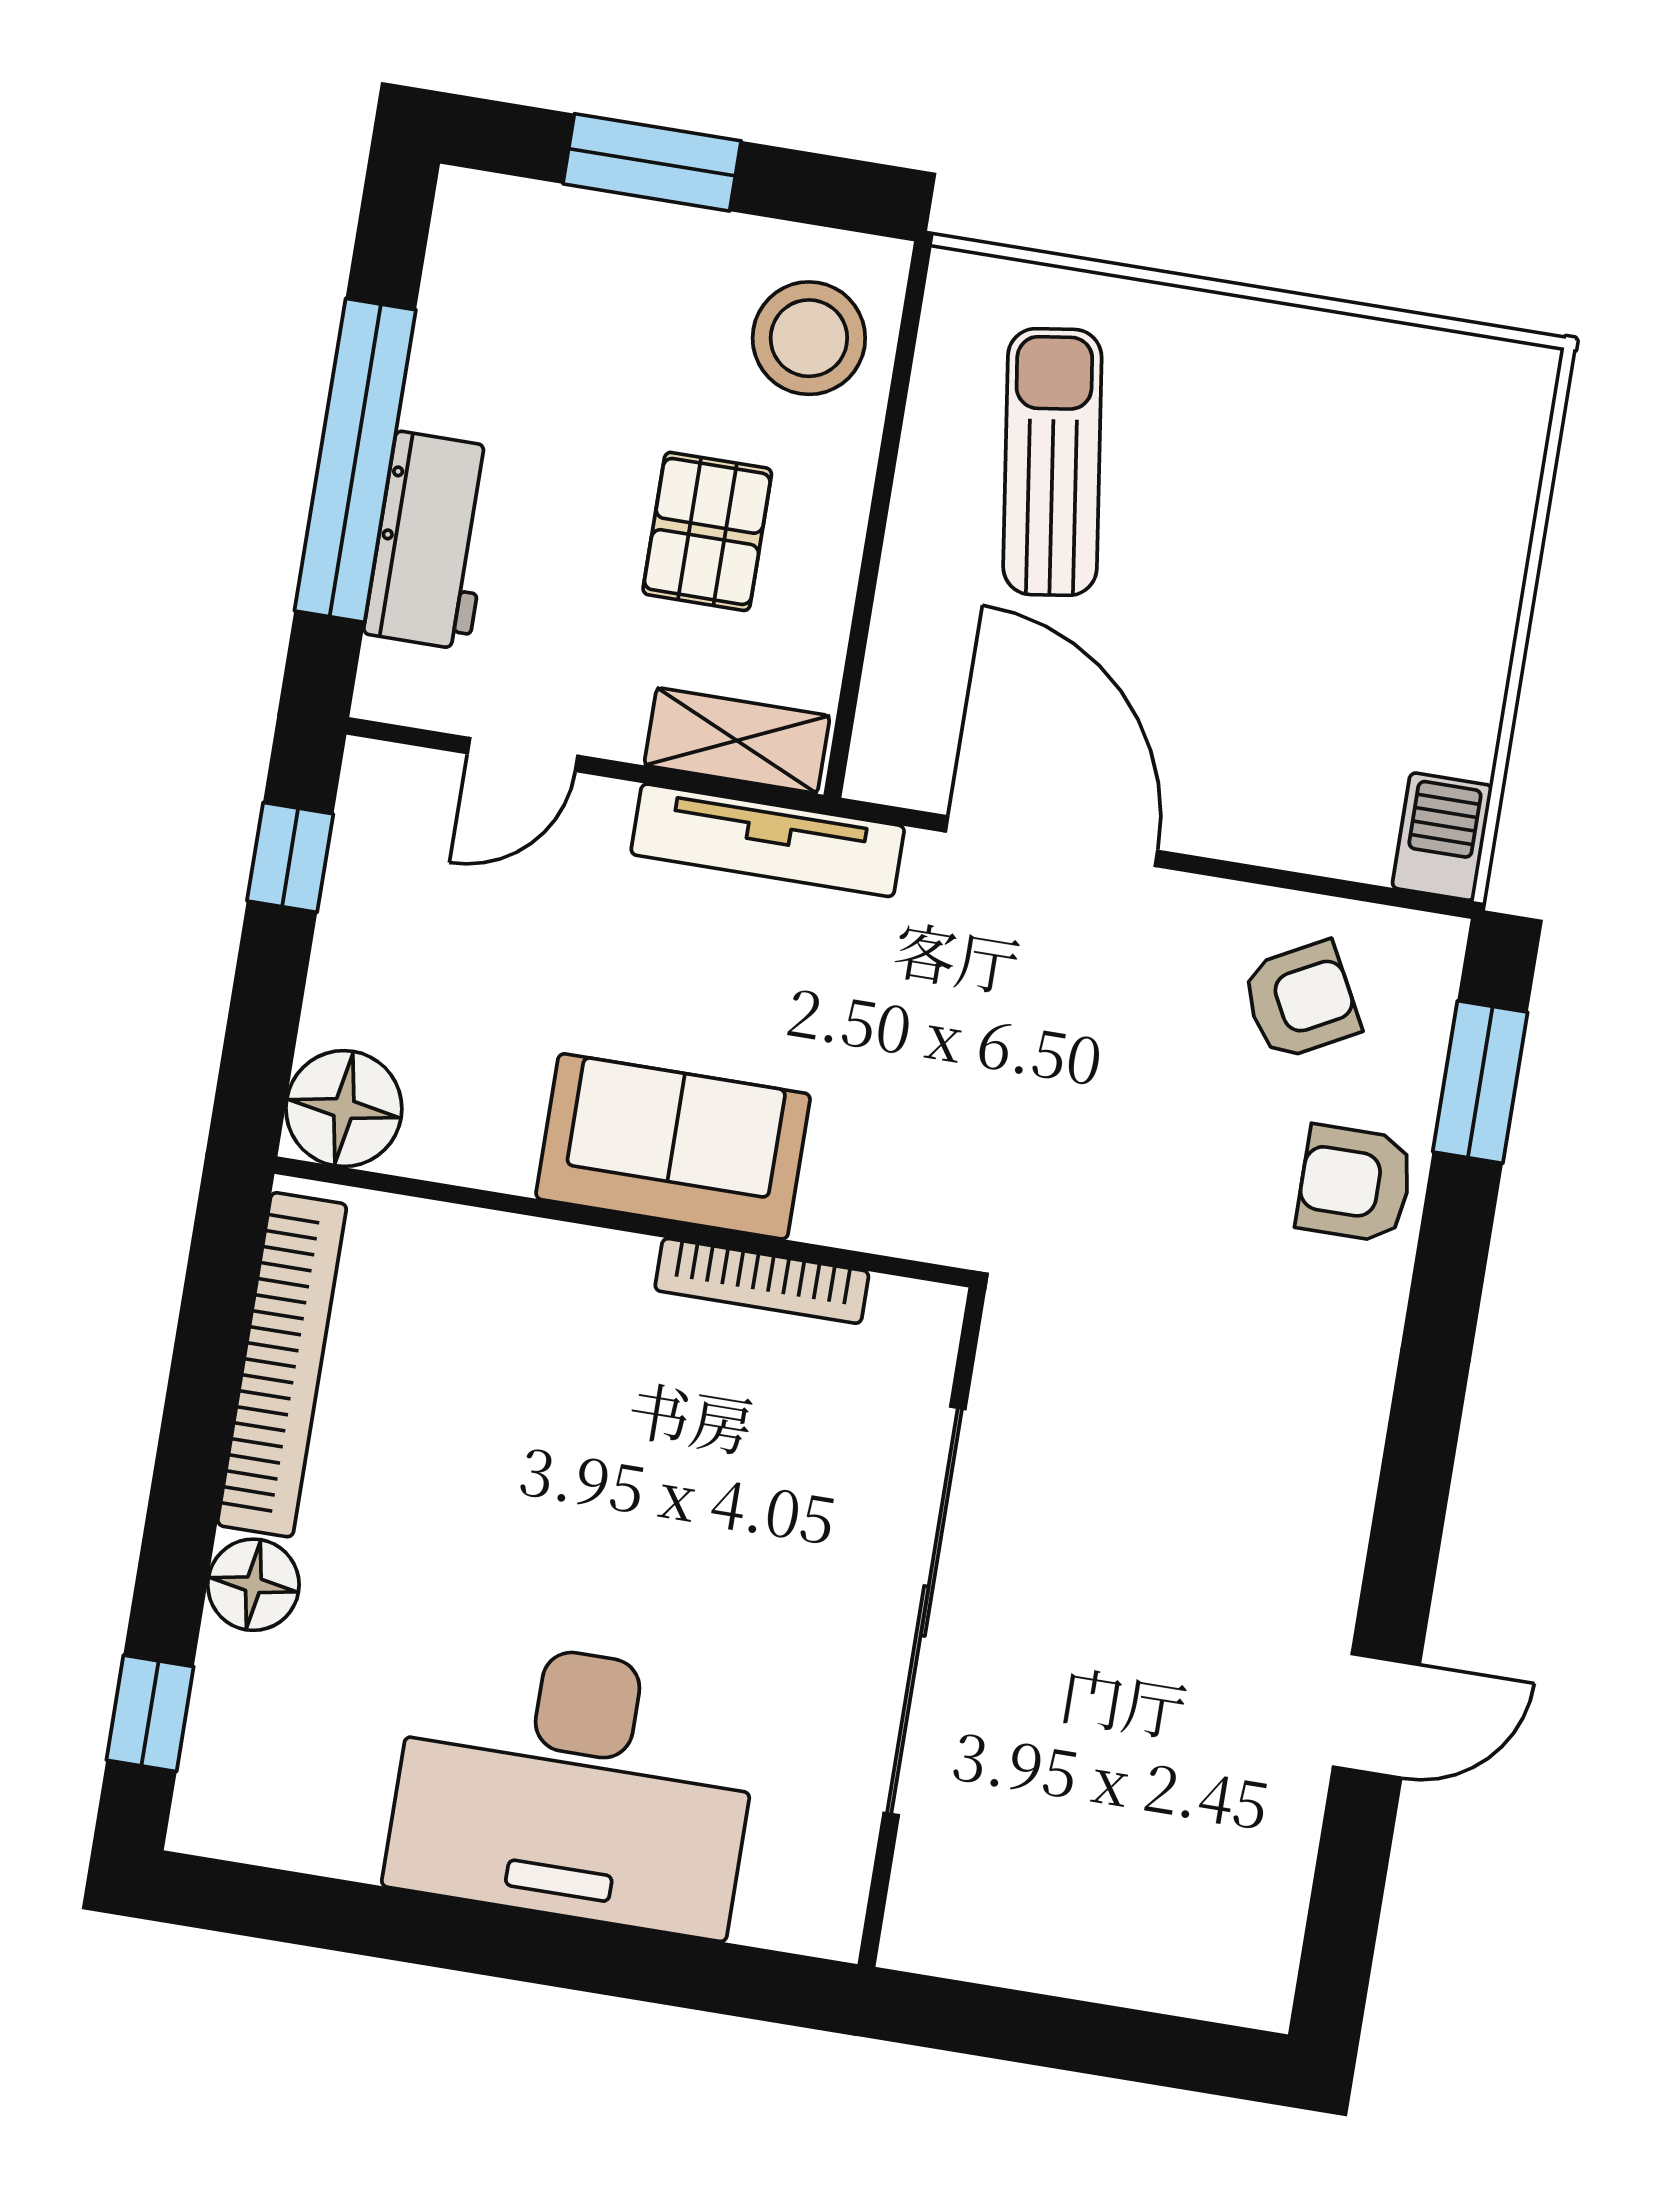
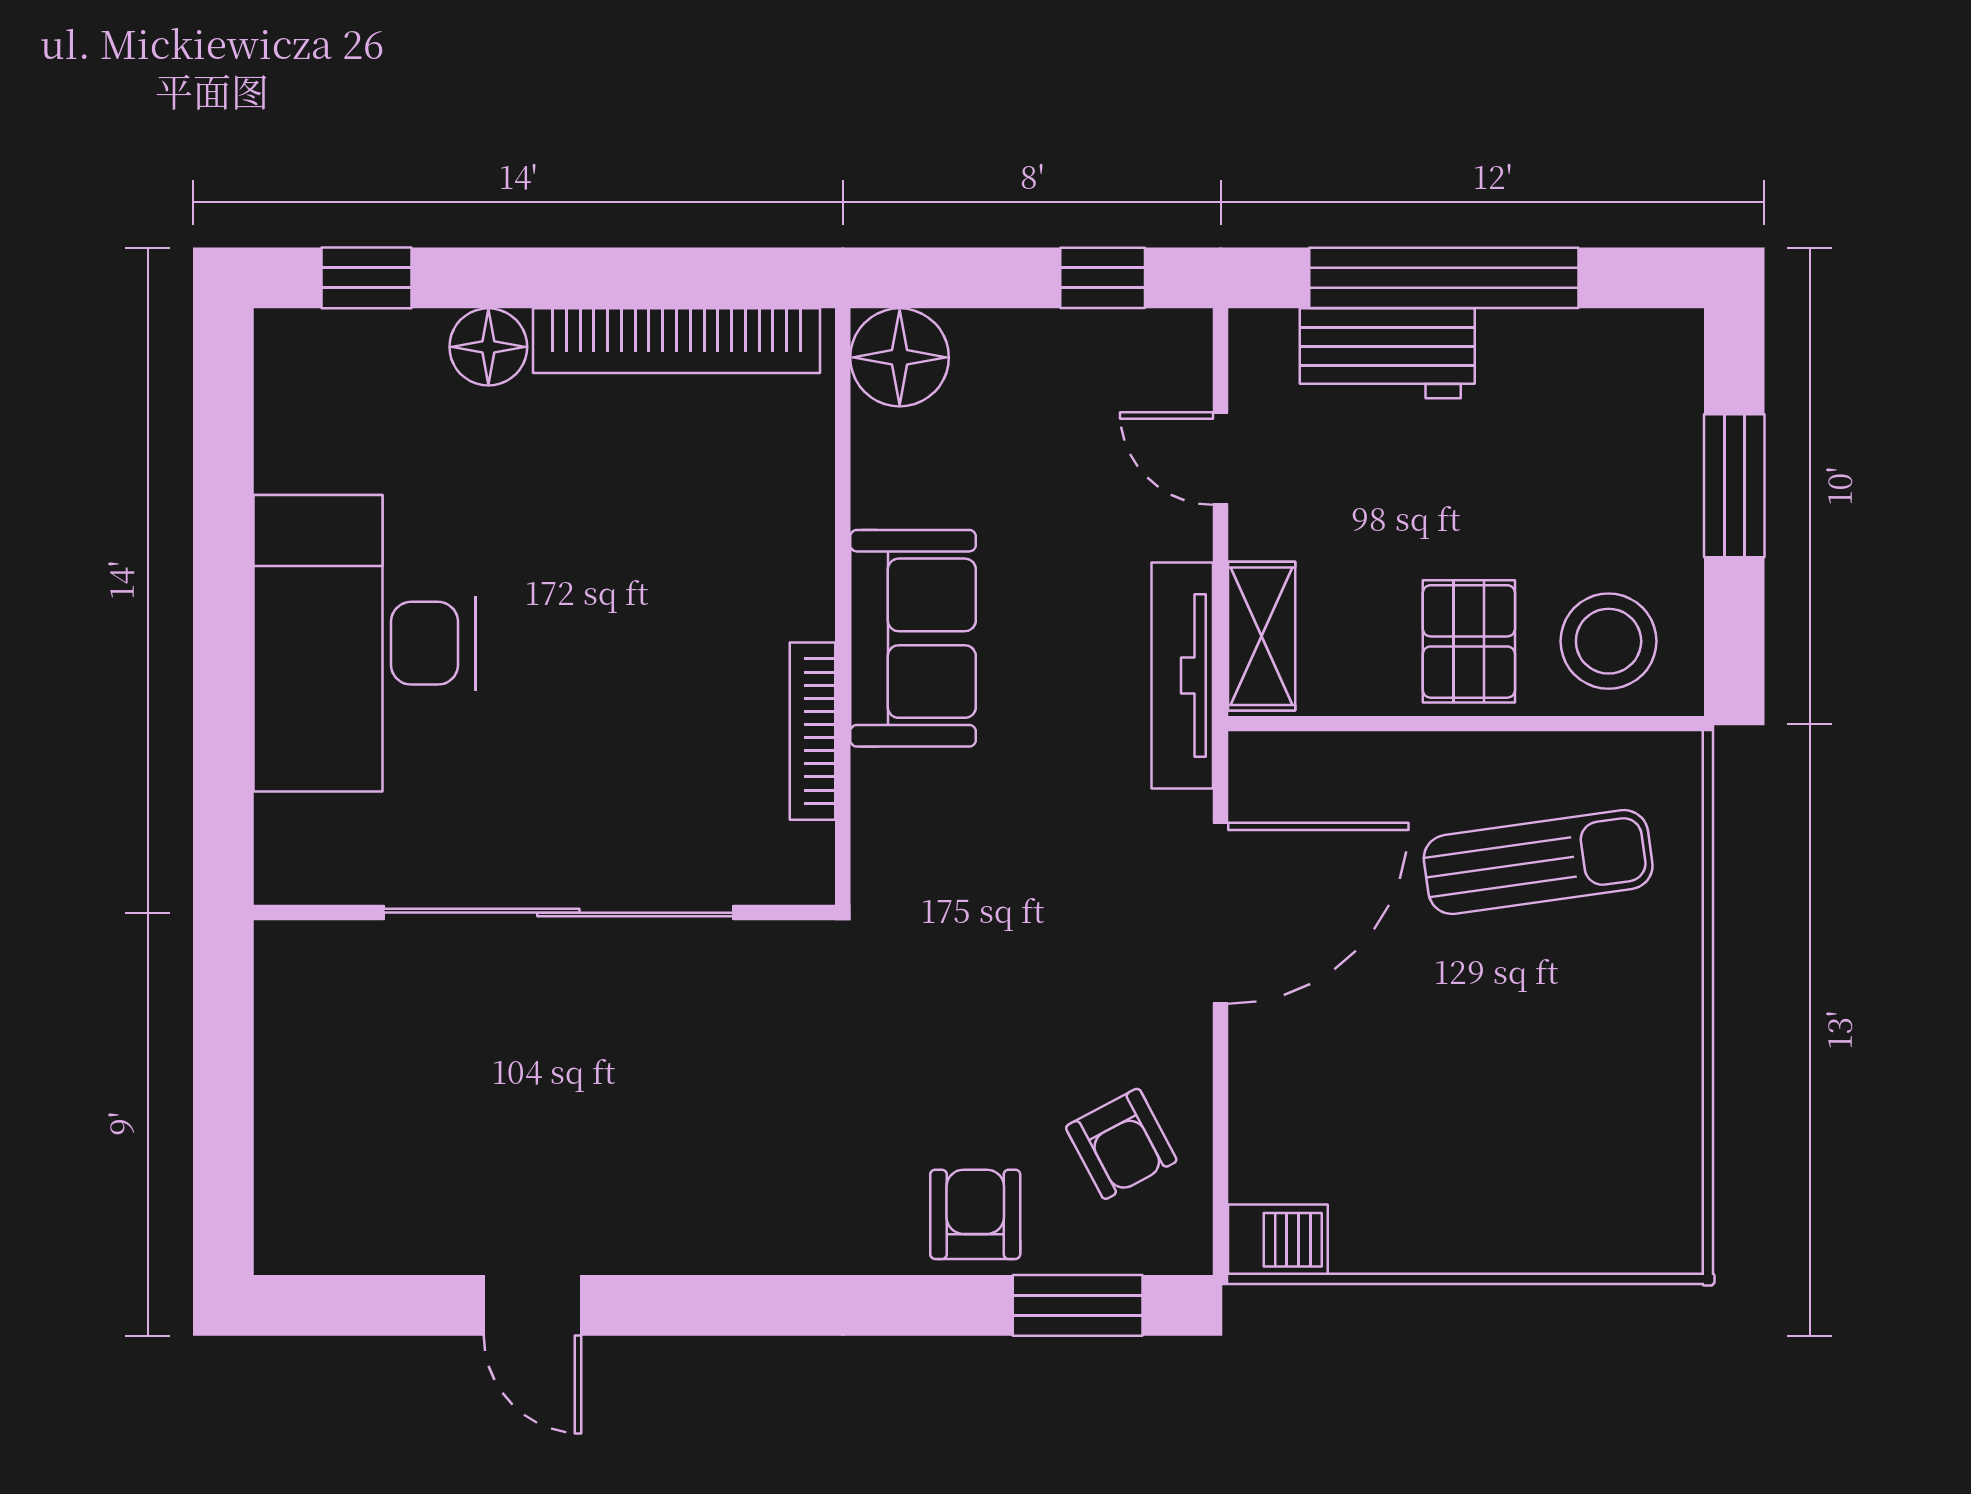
pallet: (707, 531) -> (1469, 641), moved, turned 90

